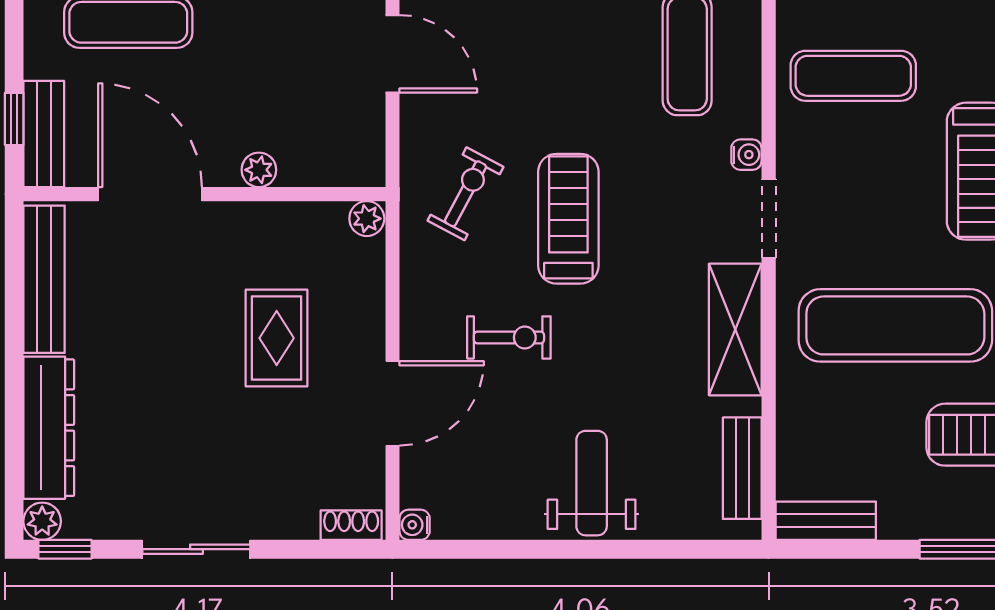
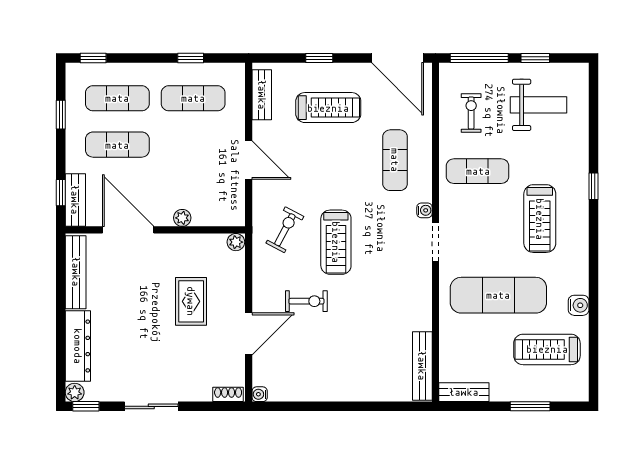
treadmill: (568, 219) -> (336, 242), turned 180
shelving: (735, 329) -> (419, 297), removed
bench: (742, 468) -> (422, 366), width x1.36
weight bench: (592, 483) -> (348, 373), removed

